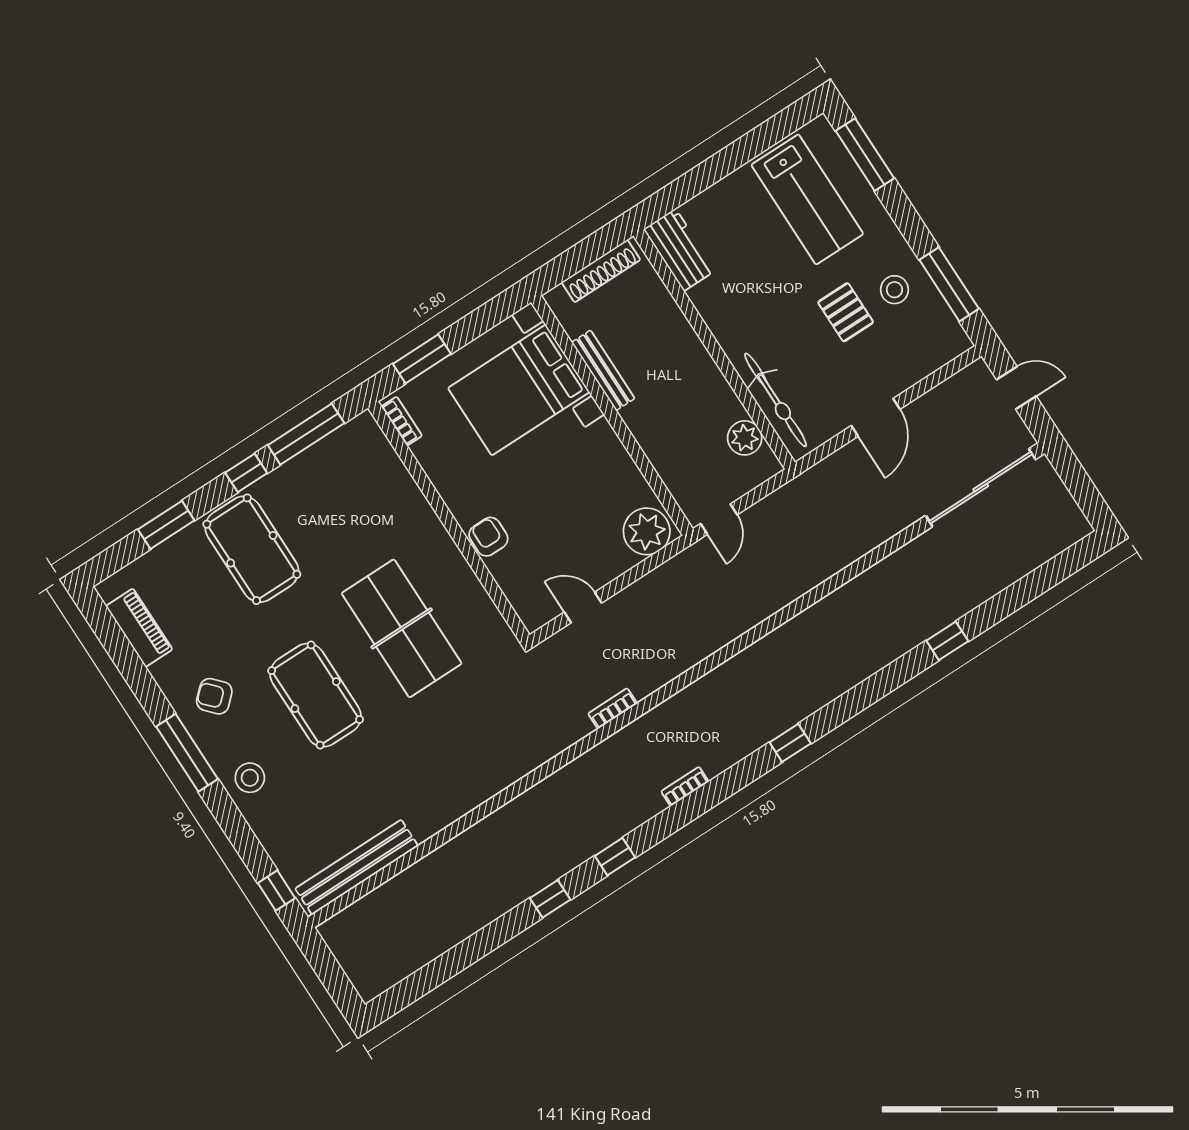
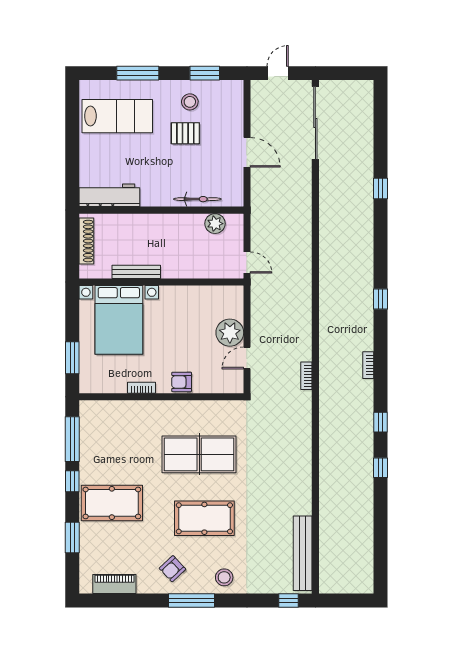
window: (865, 155) -> (138, 73), moved
workbench: (680, 250) -> (109, 195), width x1.37
window: (949, 284) -> (205, 73), width x0.69
bicycle: (776, 400) -> (197, 199), width x0.73, depth x0.71
bookcase: (402, 421) -> (141, 388), moved
plant: (647, 531) -> (230, 333), moved

